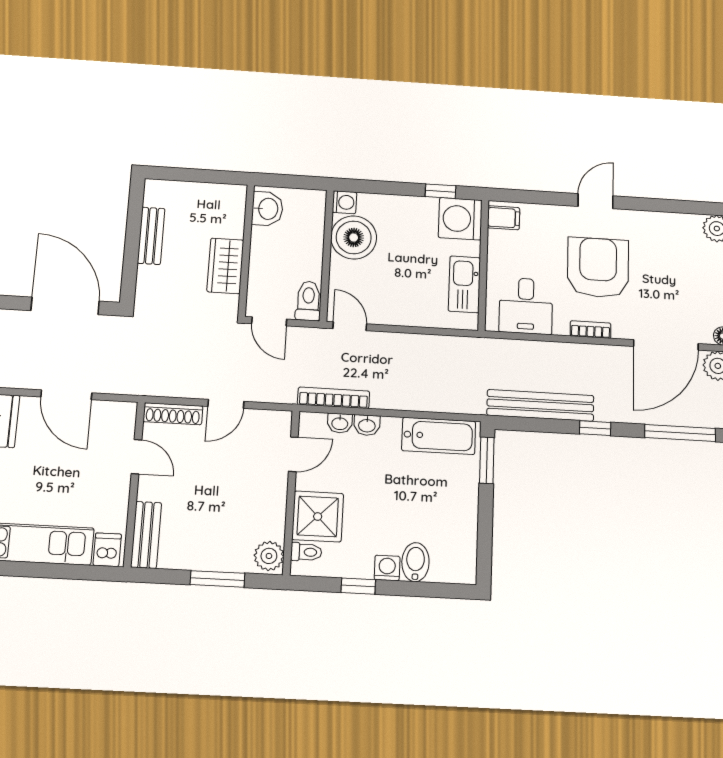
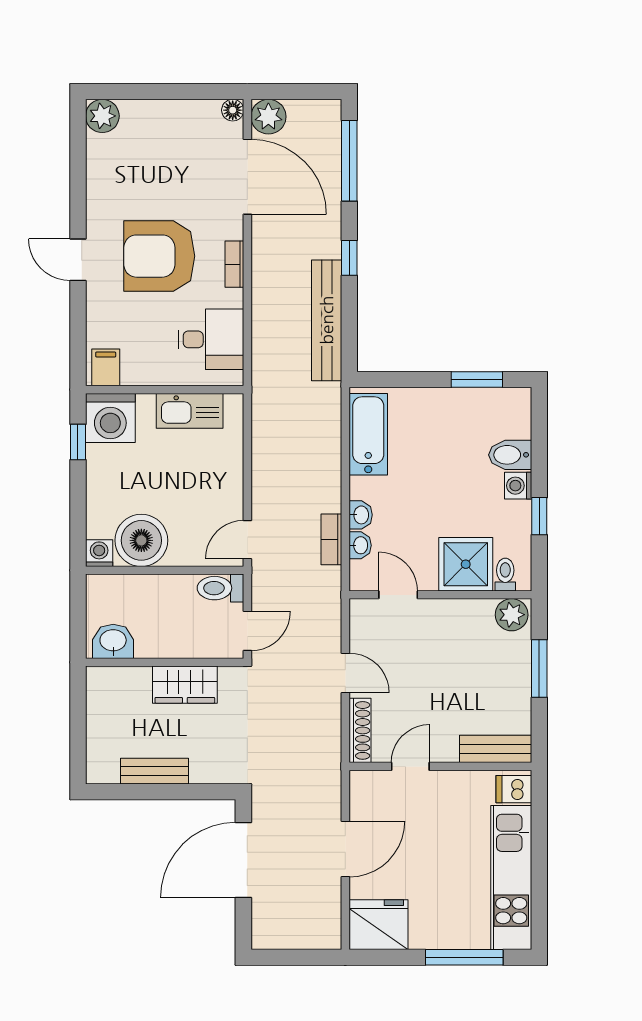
bookcase: (334, 398) -> (331, 539), width x0.64
window: (487, 460) -> (477, 379), moved

